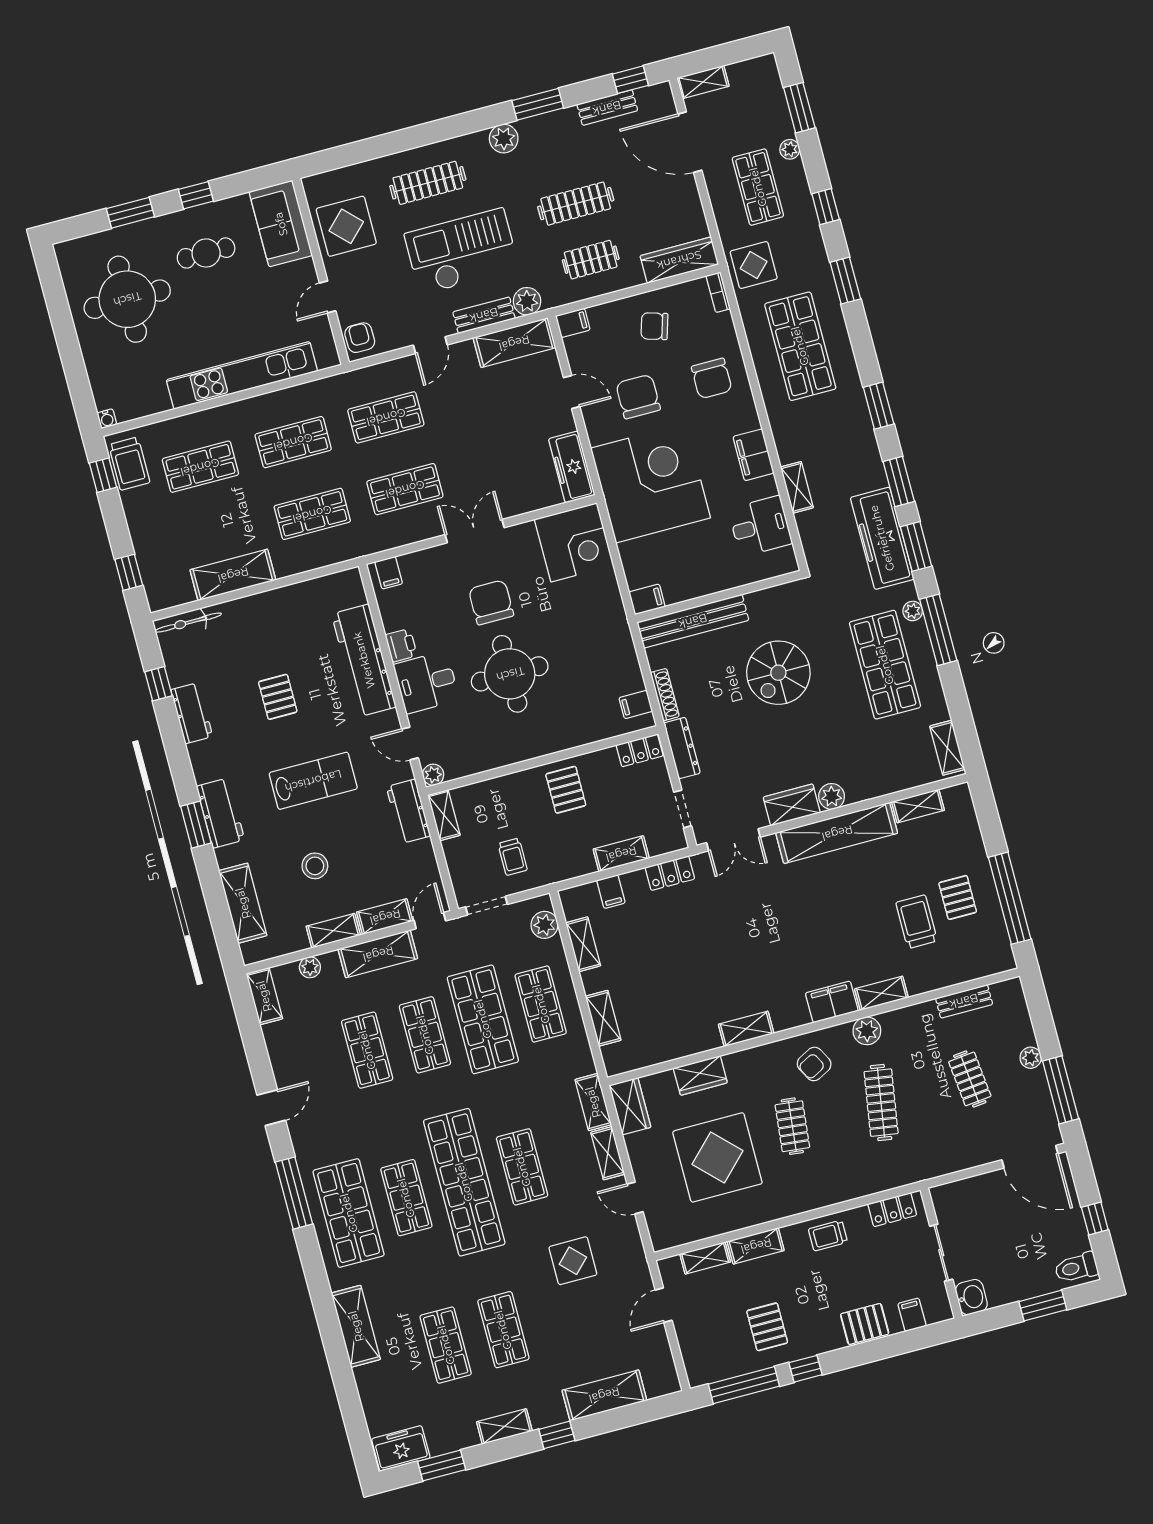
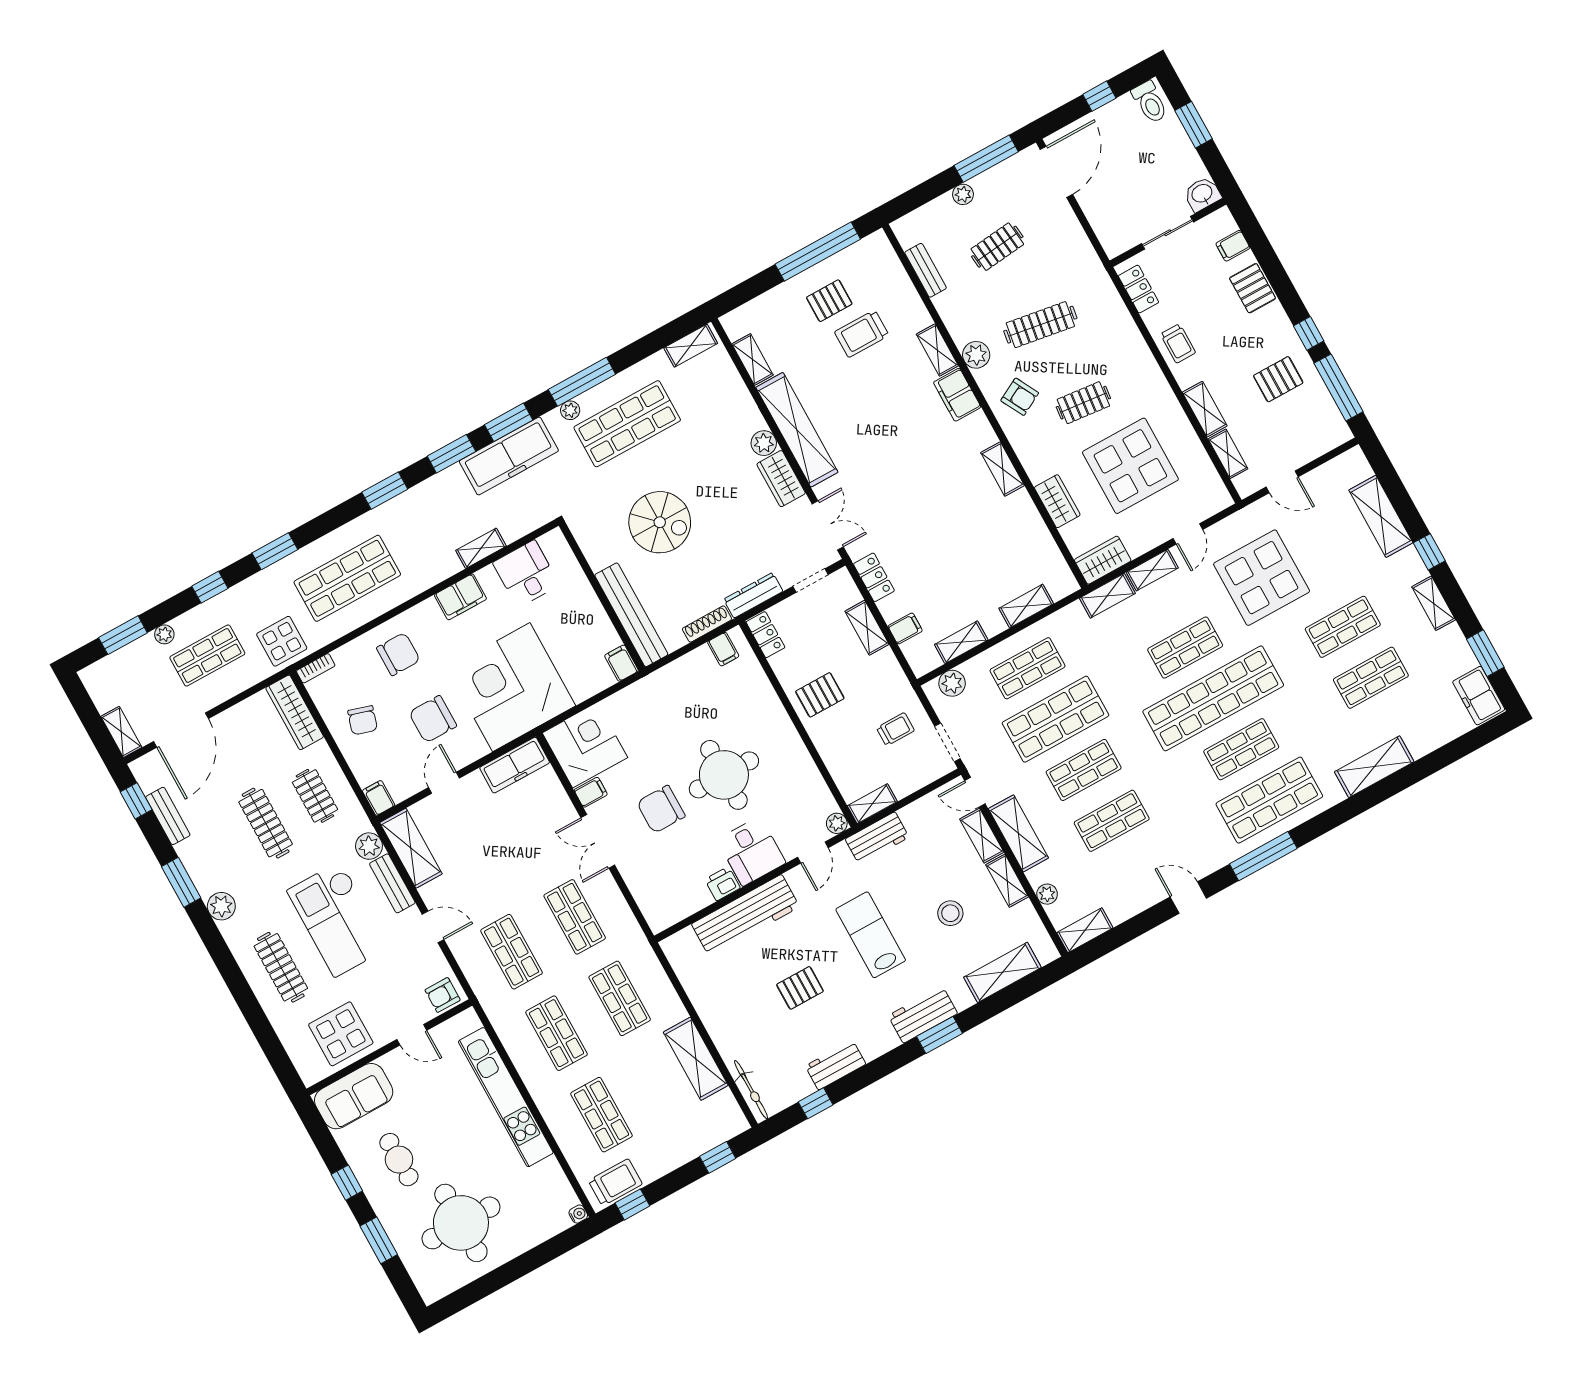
filing cabinet: (389, 573) -> (591, 792), moved
display table: (573, 1261) -> (1262, 578), width x1.86, depth x1.86

